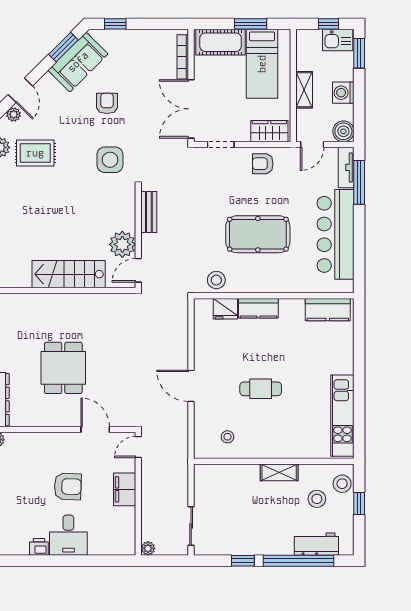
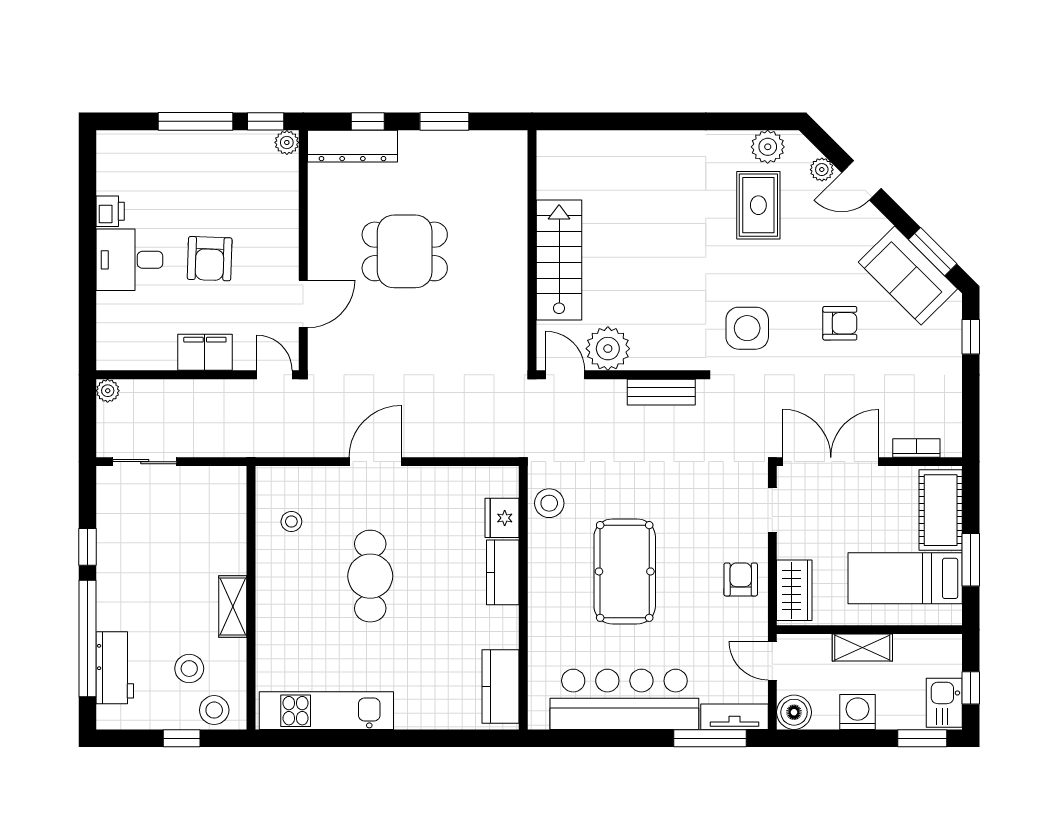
bookcase: (183, 57) -> (916, 448), width x0.64
cafe table: (261, 389) -> (370, 576), width x1.37, depth x1.35

